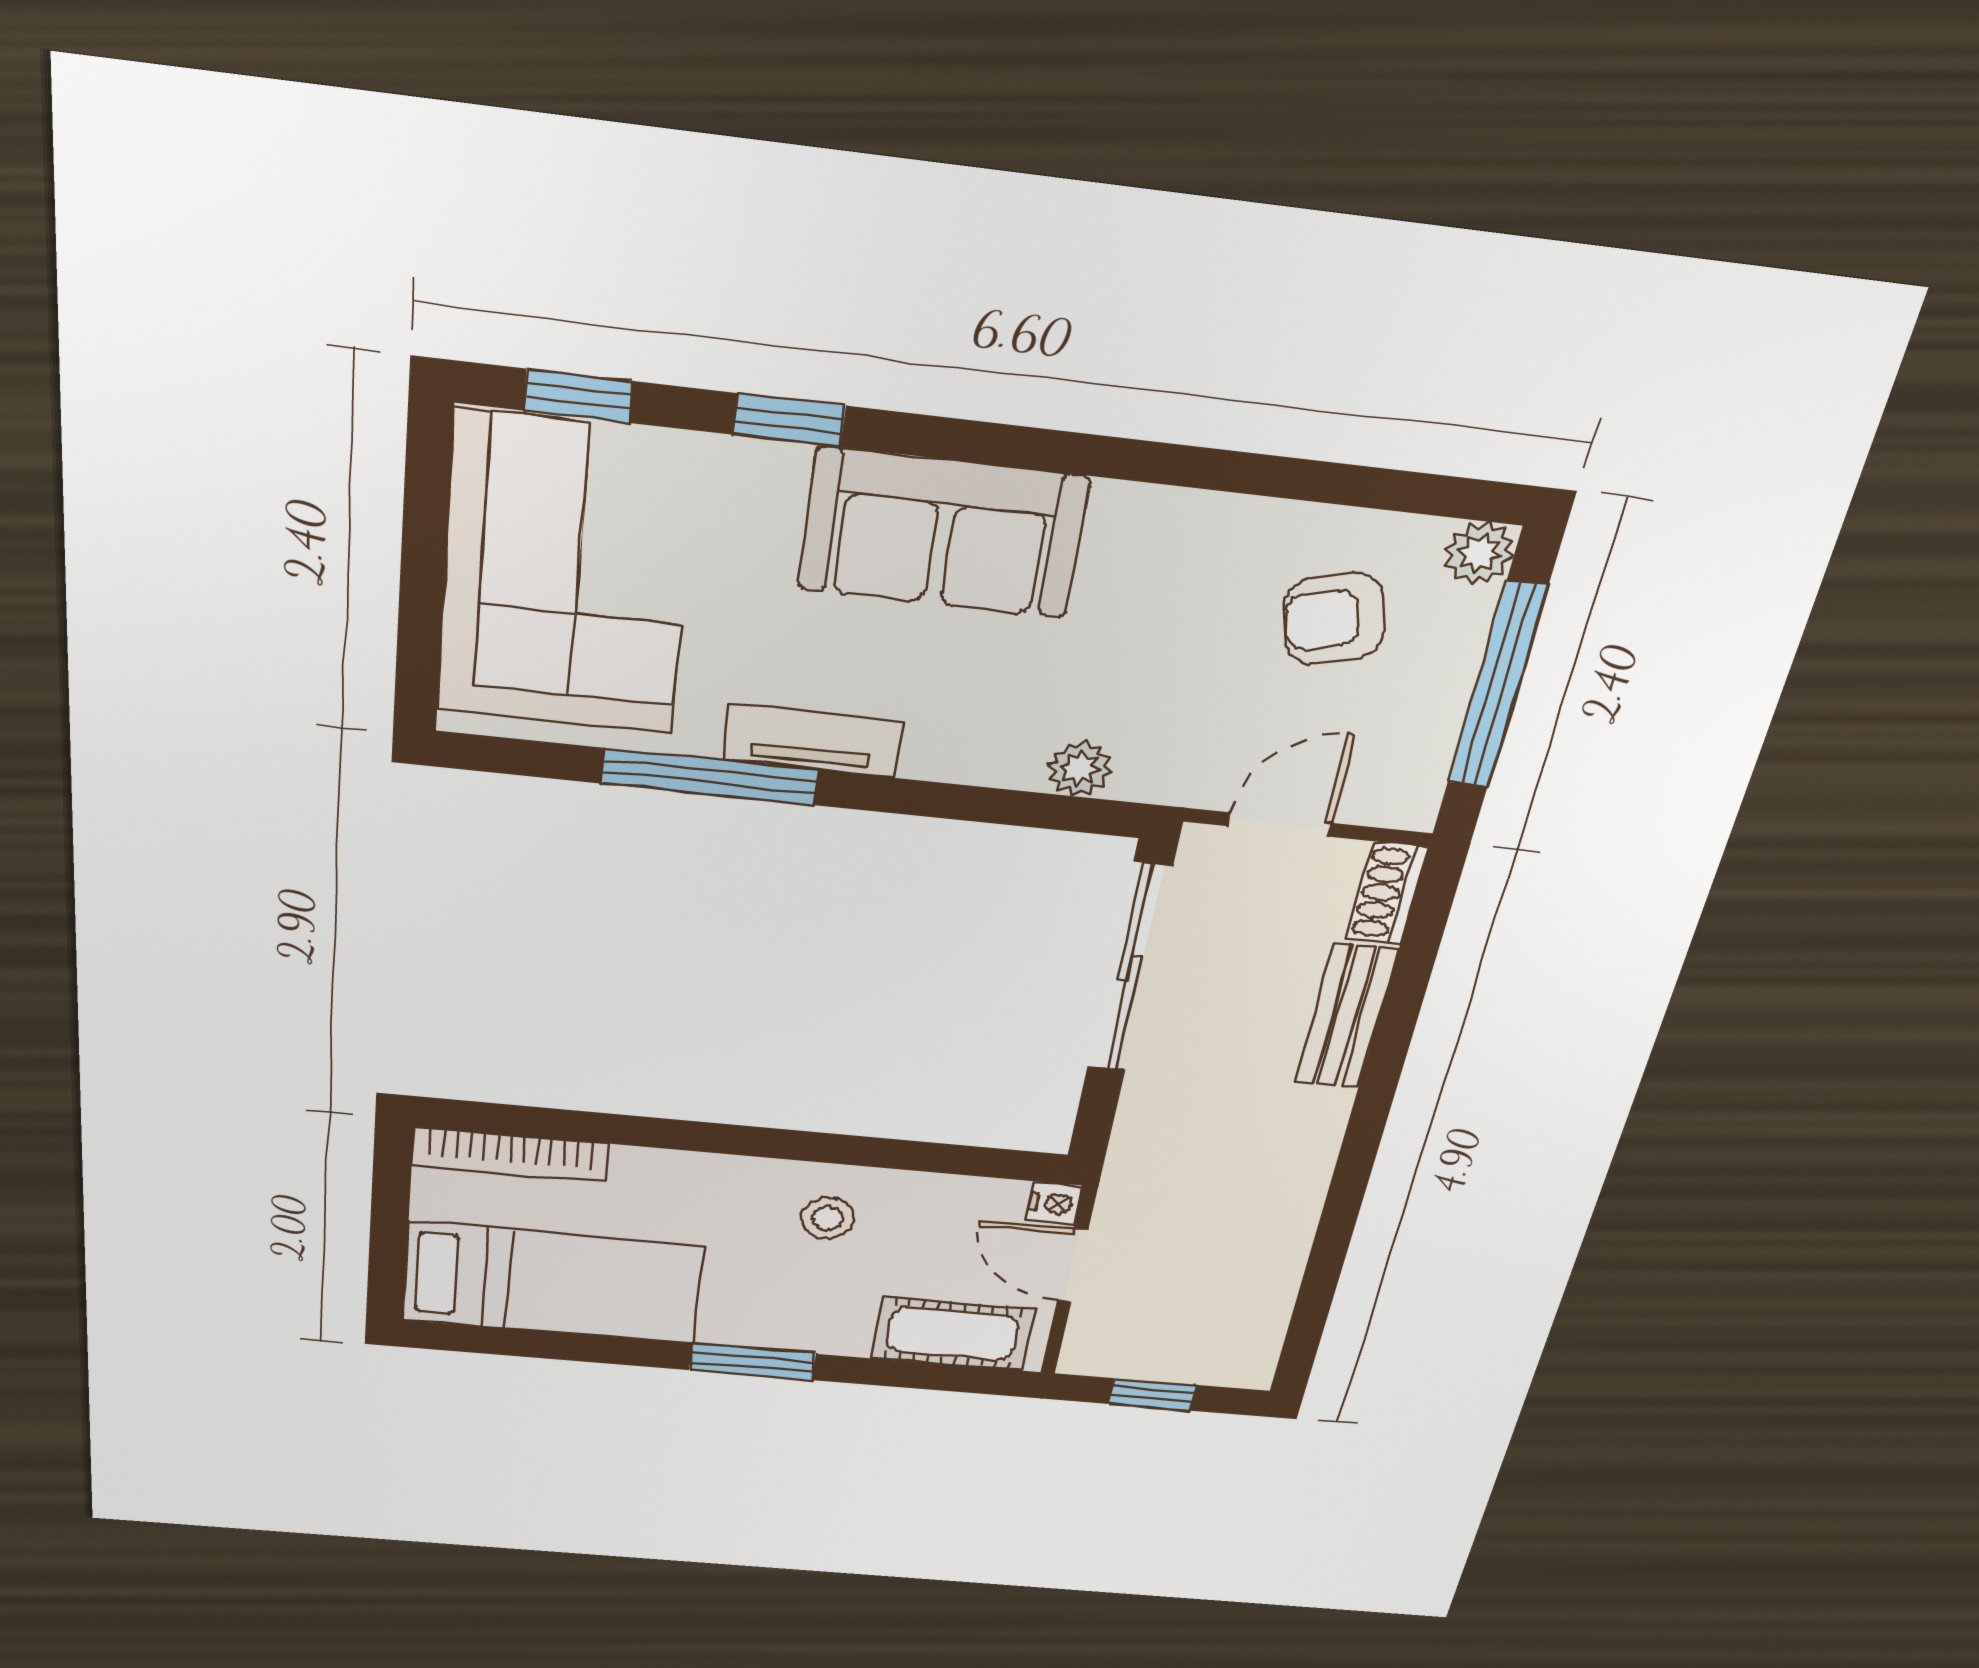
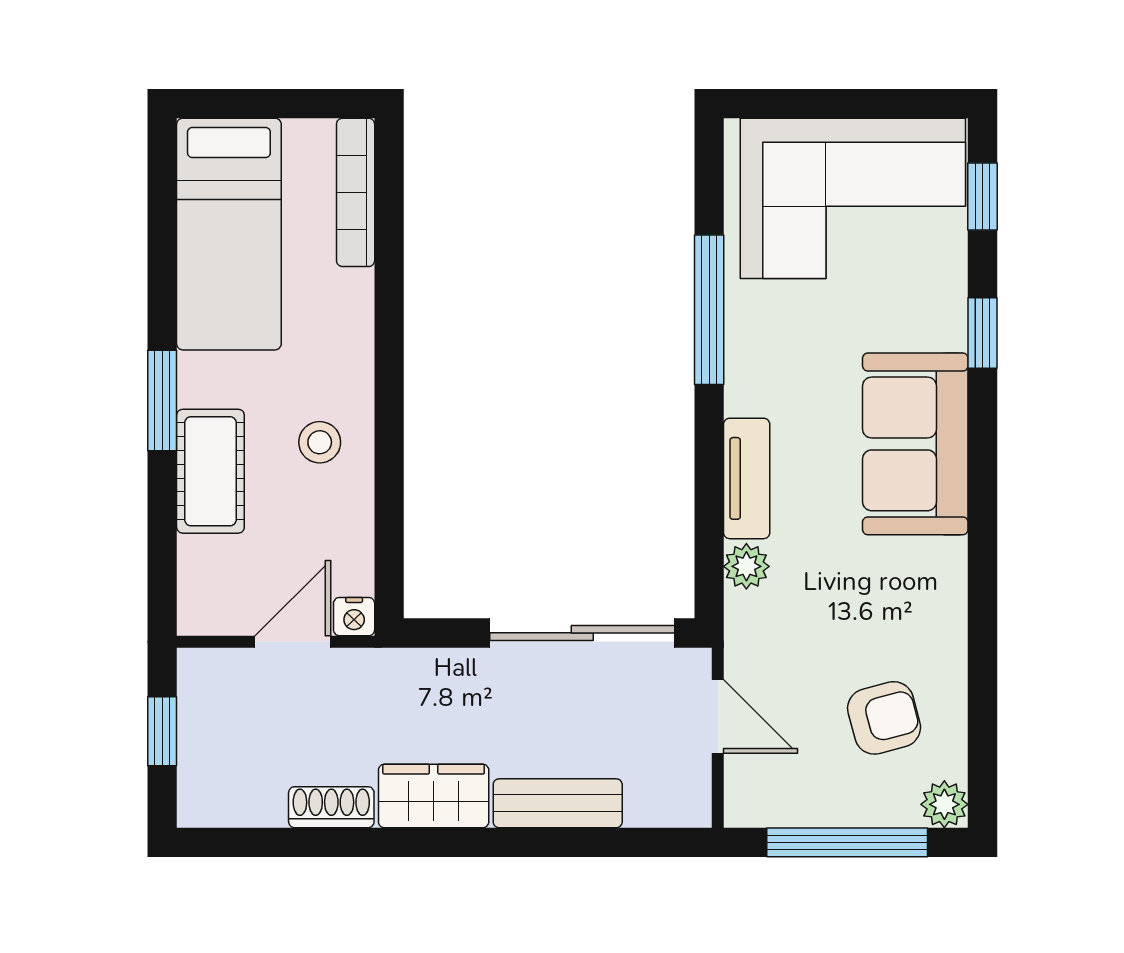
armchair: (1334, 619) -> (884, 718), turned 90
tv unit: (812, 741) -> (747, 478), moved
shoe rack: (1387, 893) -> (331, 807), moved
wardrobe: (1300, 1145) -> (434, 796), added
cot: (953, 1334) -> (210, 471), moved

